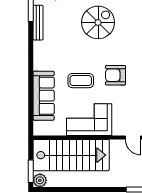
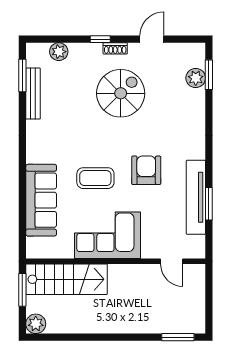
armchair: (116, 75) -> (146, 170), turned 90
stairs: (71, 155) -> (66, 279), width x0.73, depth x0.66
window: (31, 171) -> (22, 290), moved

